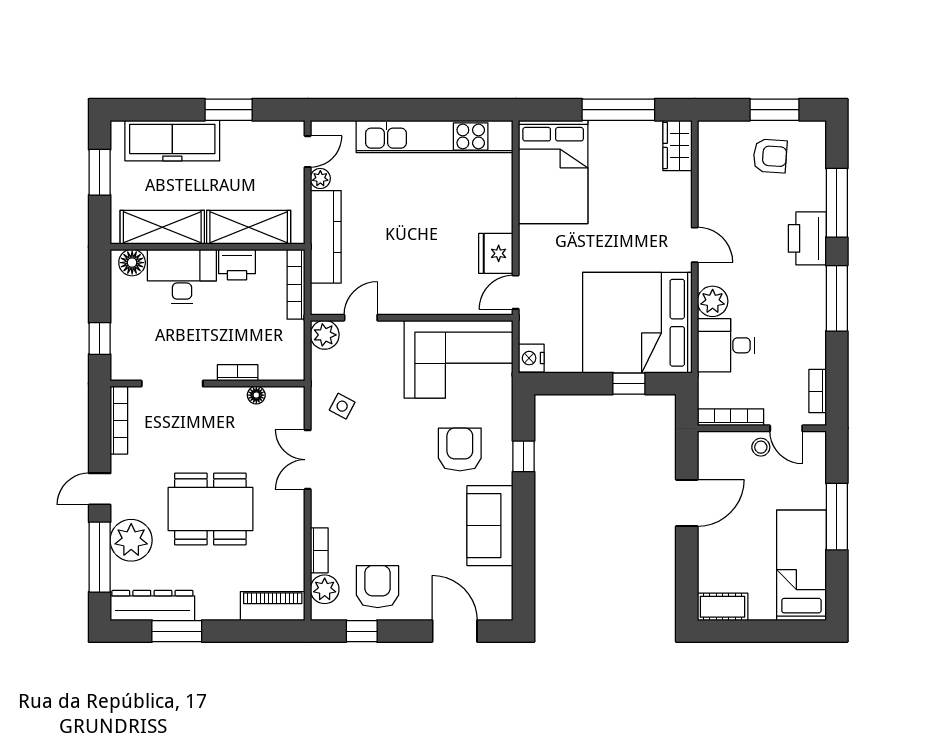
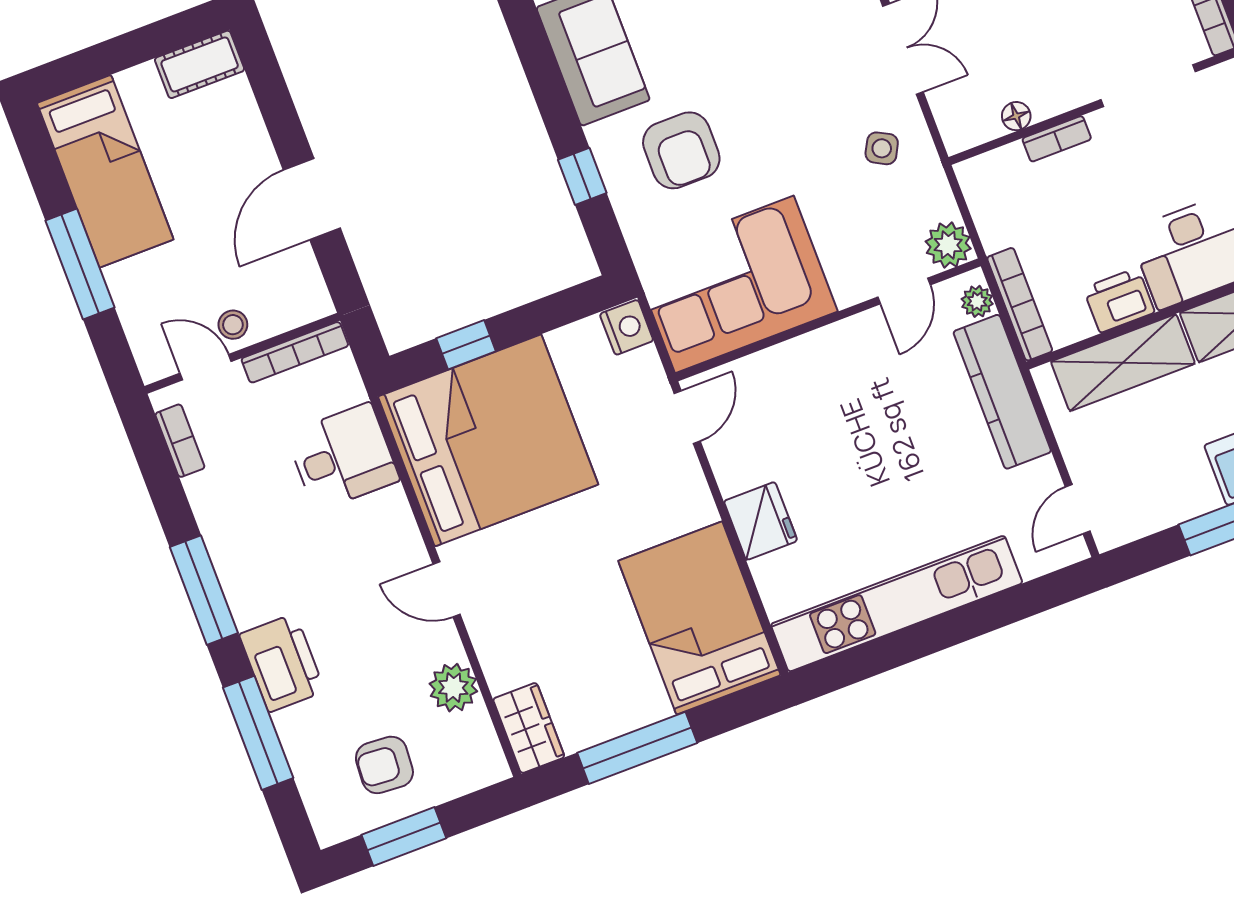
plant: (320, 178) -> (977, 301), moved
fridge: (496, 253) -> (761, 521), moved
plant: (713, 301) -> (453, 688), moved

